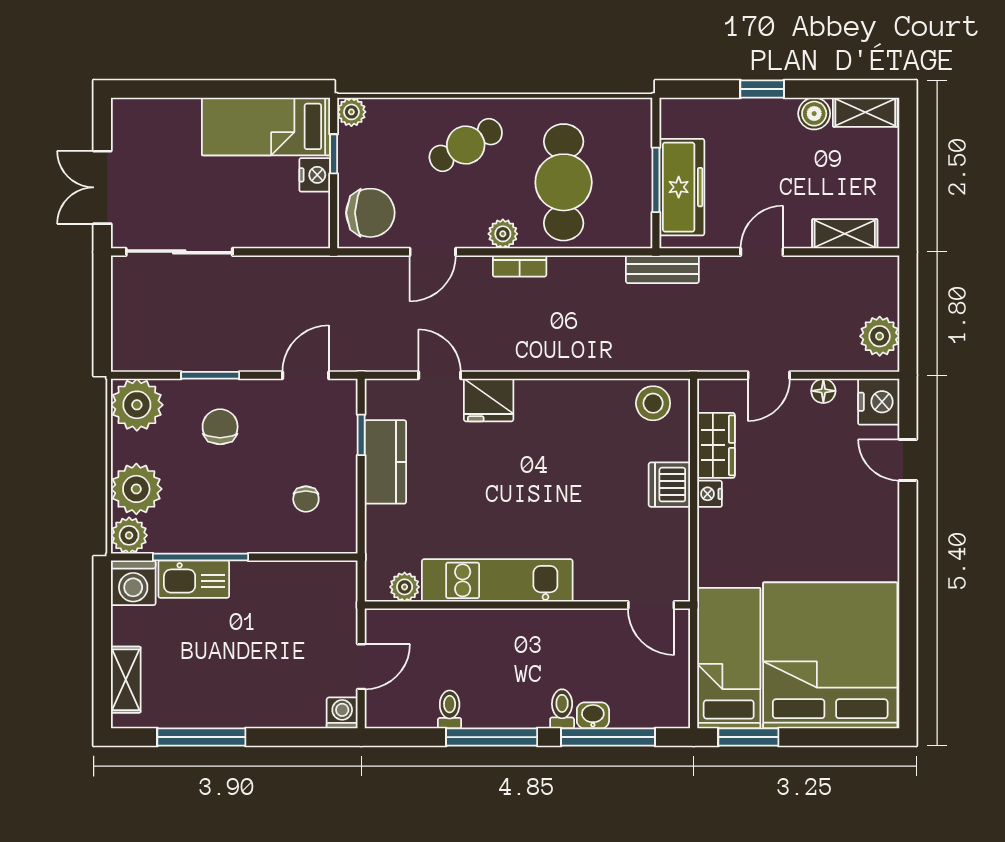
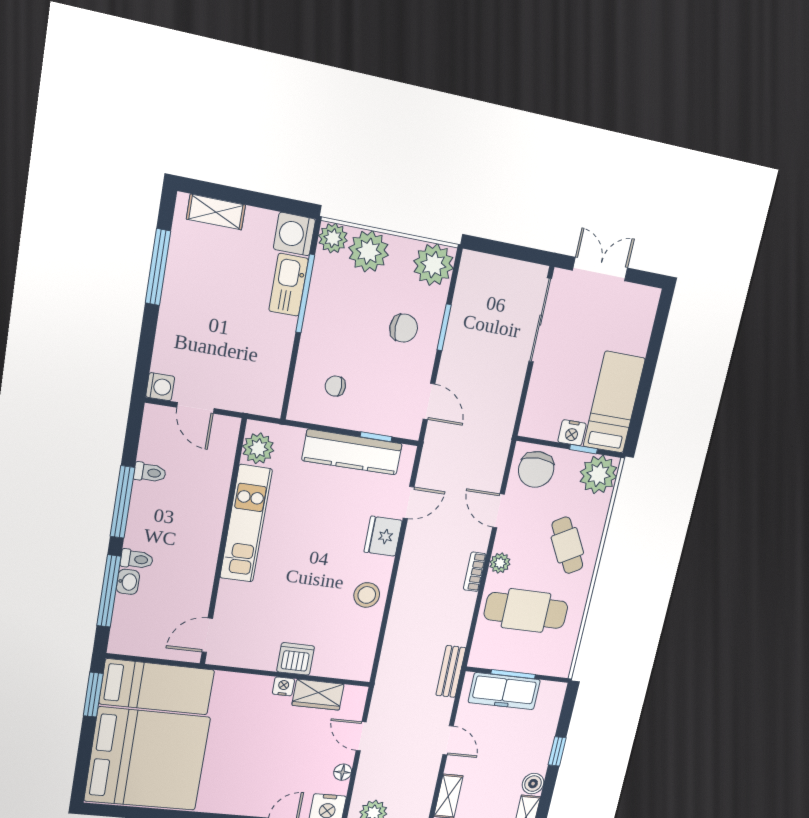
plant: (351, 112) -> (599, 474), width x1.87, depth x1.87
stool: (653, 403) -> (367, 595), moved
kitchen counter: (385, 462) -> (352, 452), width x1.50
plant: (405, 587) -> (258, 448), width x1.38, depth x1.38

